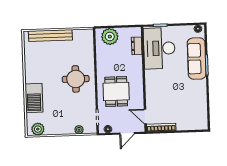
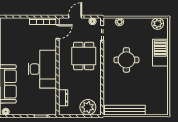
bench: (50, 36) -> (125, 110), moved
desk: (159, 48) -> (42, 69), moved
round table: (76, 79) -> (126, 60), moved
door: (145, 116) -> (58, 32), hinge flipped

